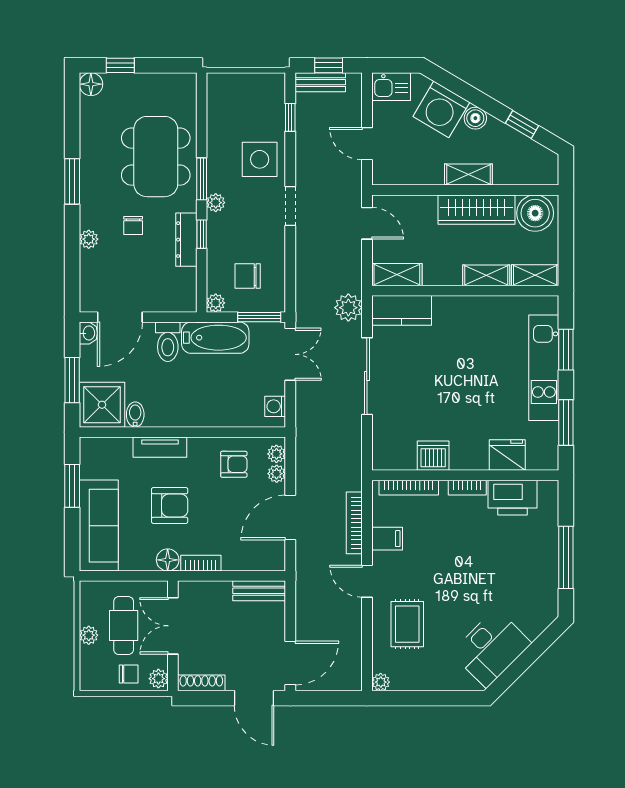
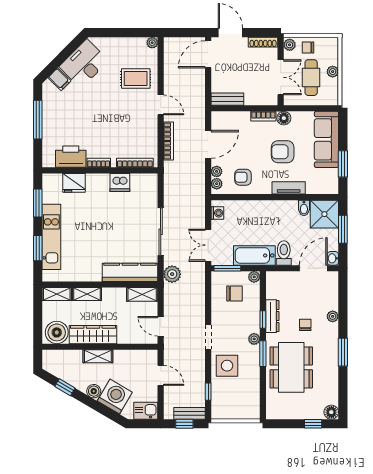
kitchen counter: (402, 310) -> (130, 272), width x1.50
filing cabinet: (387, 539) -> (59, 79), moved, turned -135
rug: (407, 624) -> (136, 78), turned 90

